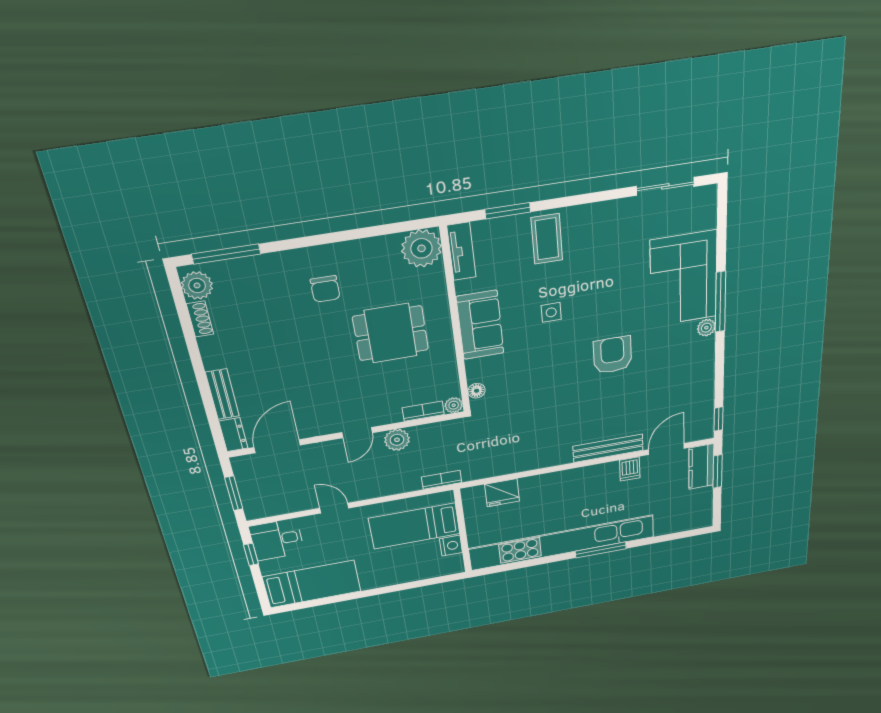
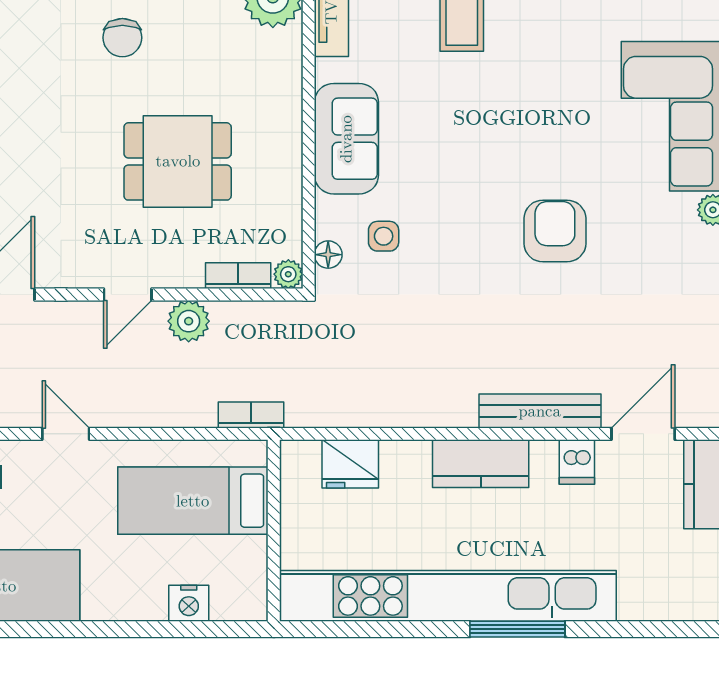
side table: (551, 312) -> (384, 236), moved
dining table: (391, 333) -> (178, 161), moved
kitchen counter: (576, 479) -> (481, 464), added
nightstand: (451, 546) -> (189, 603), moved, turned 90

